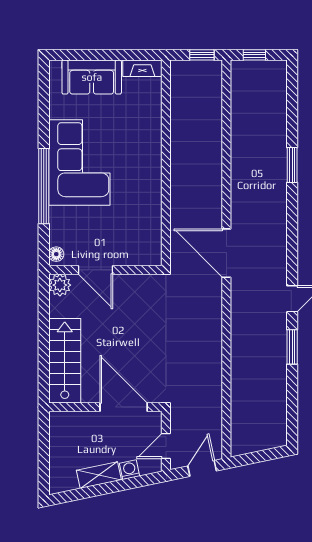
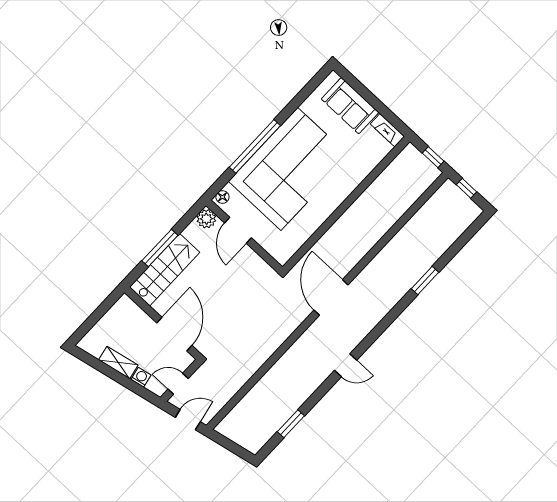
corner sofa: (79, 162) -> (289, 169), width x1.36, depth x1.36
window: (44, 346) -> (160, 248), added
window: (292, 347) -> (291, 424), moved

